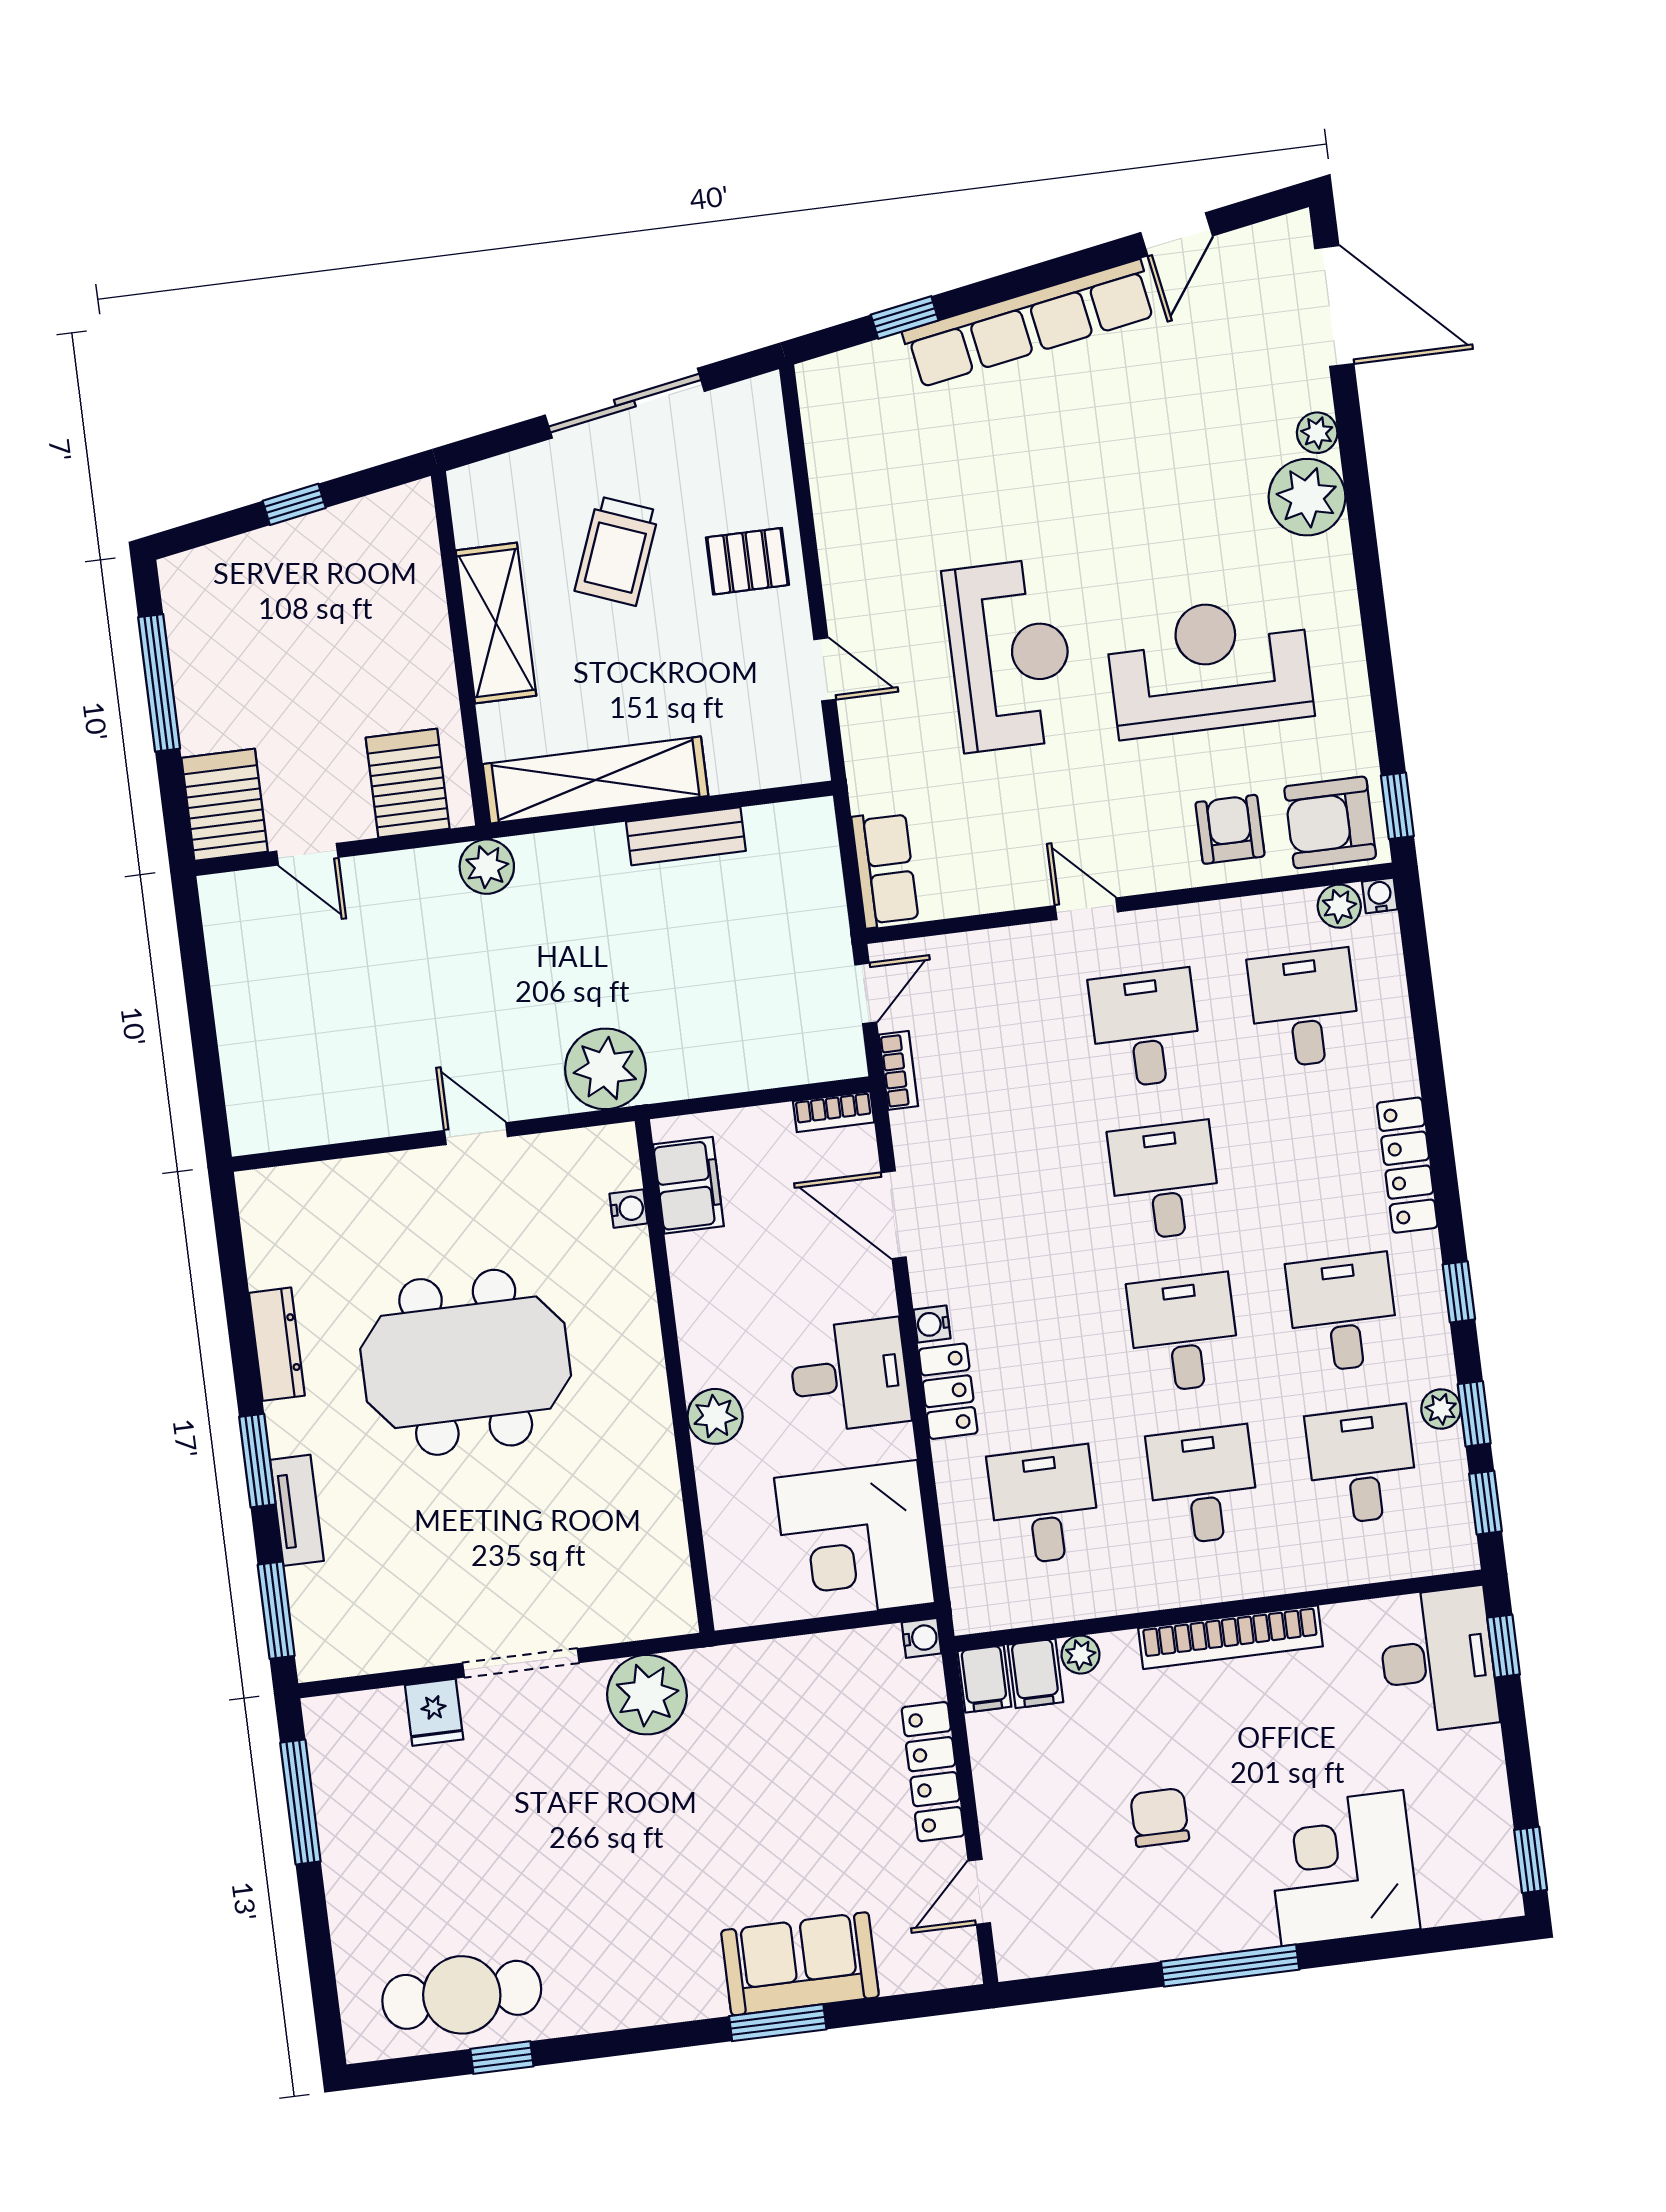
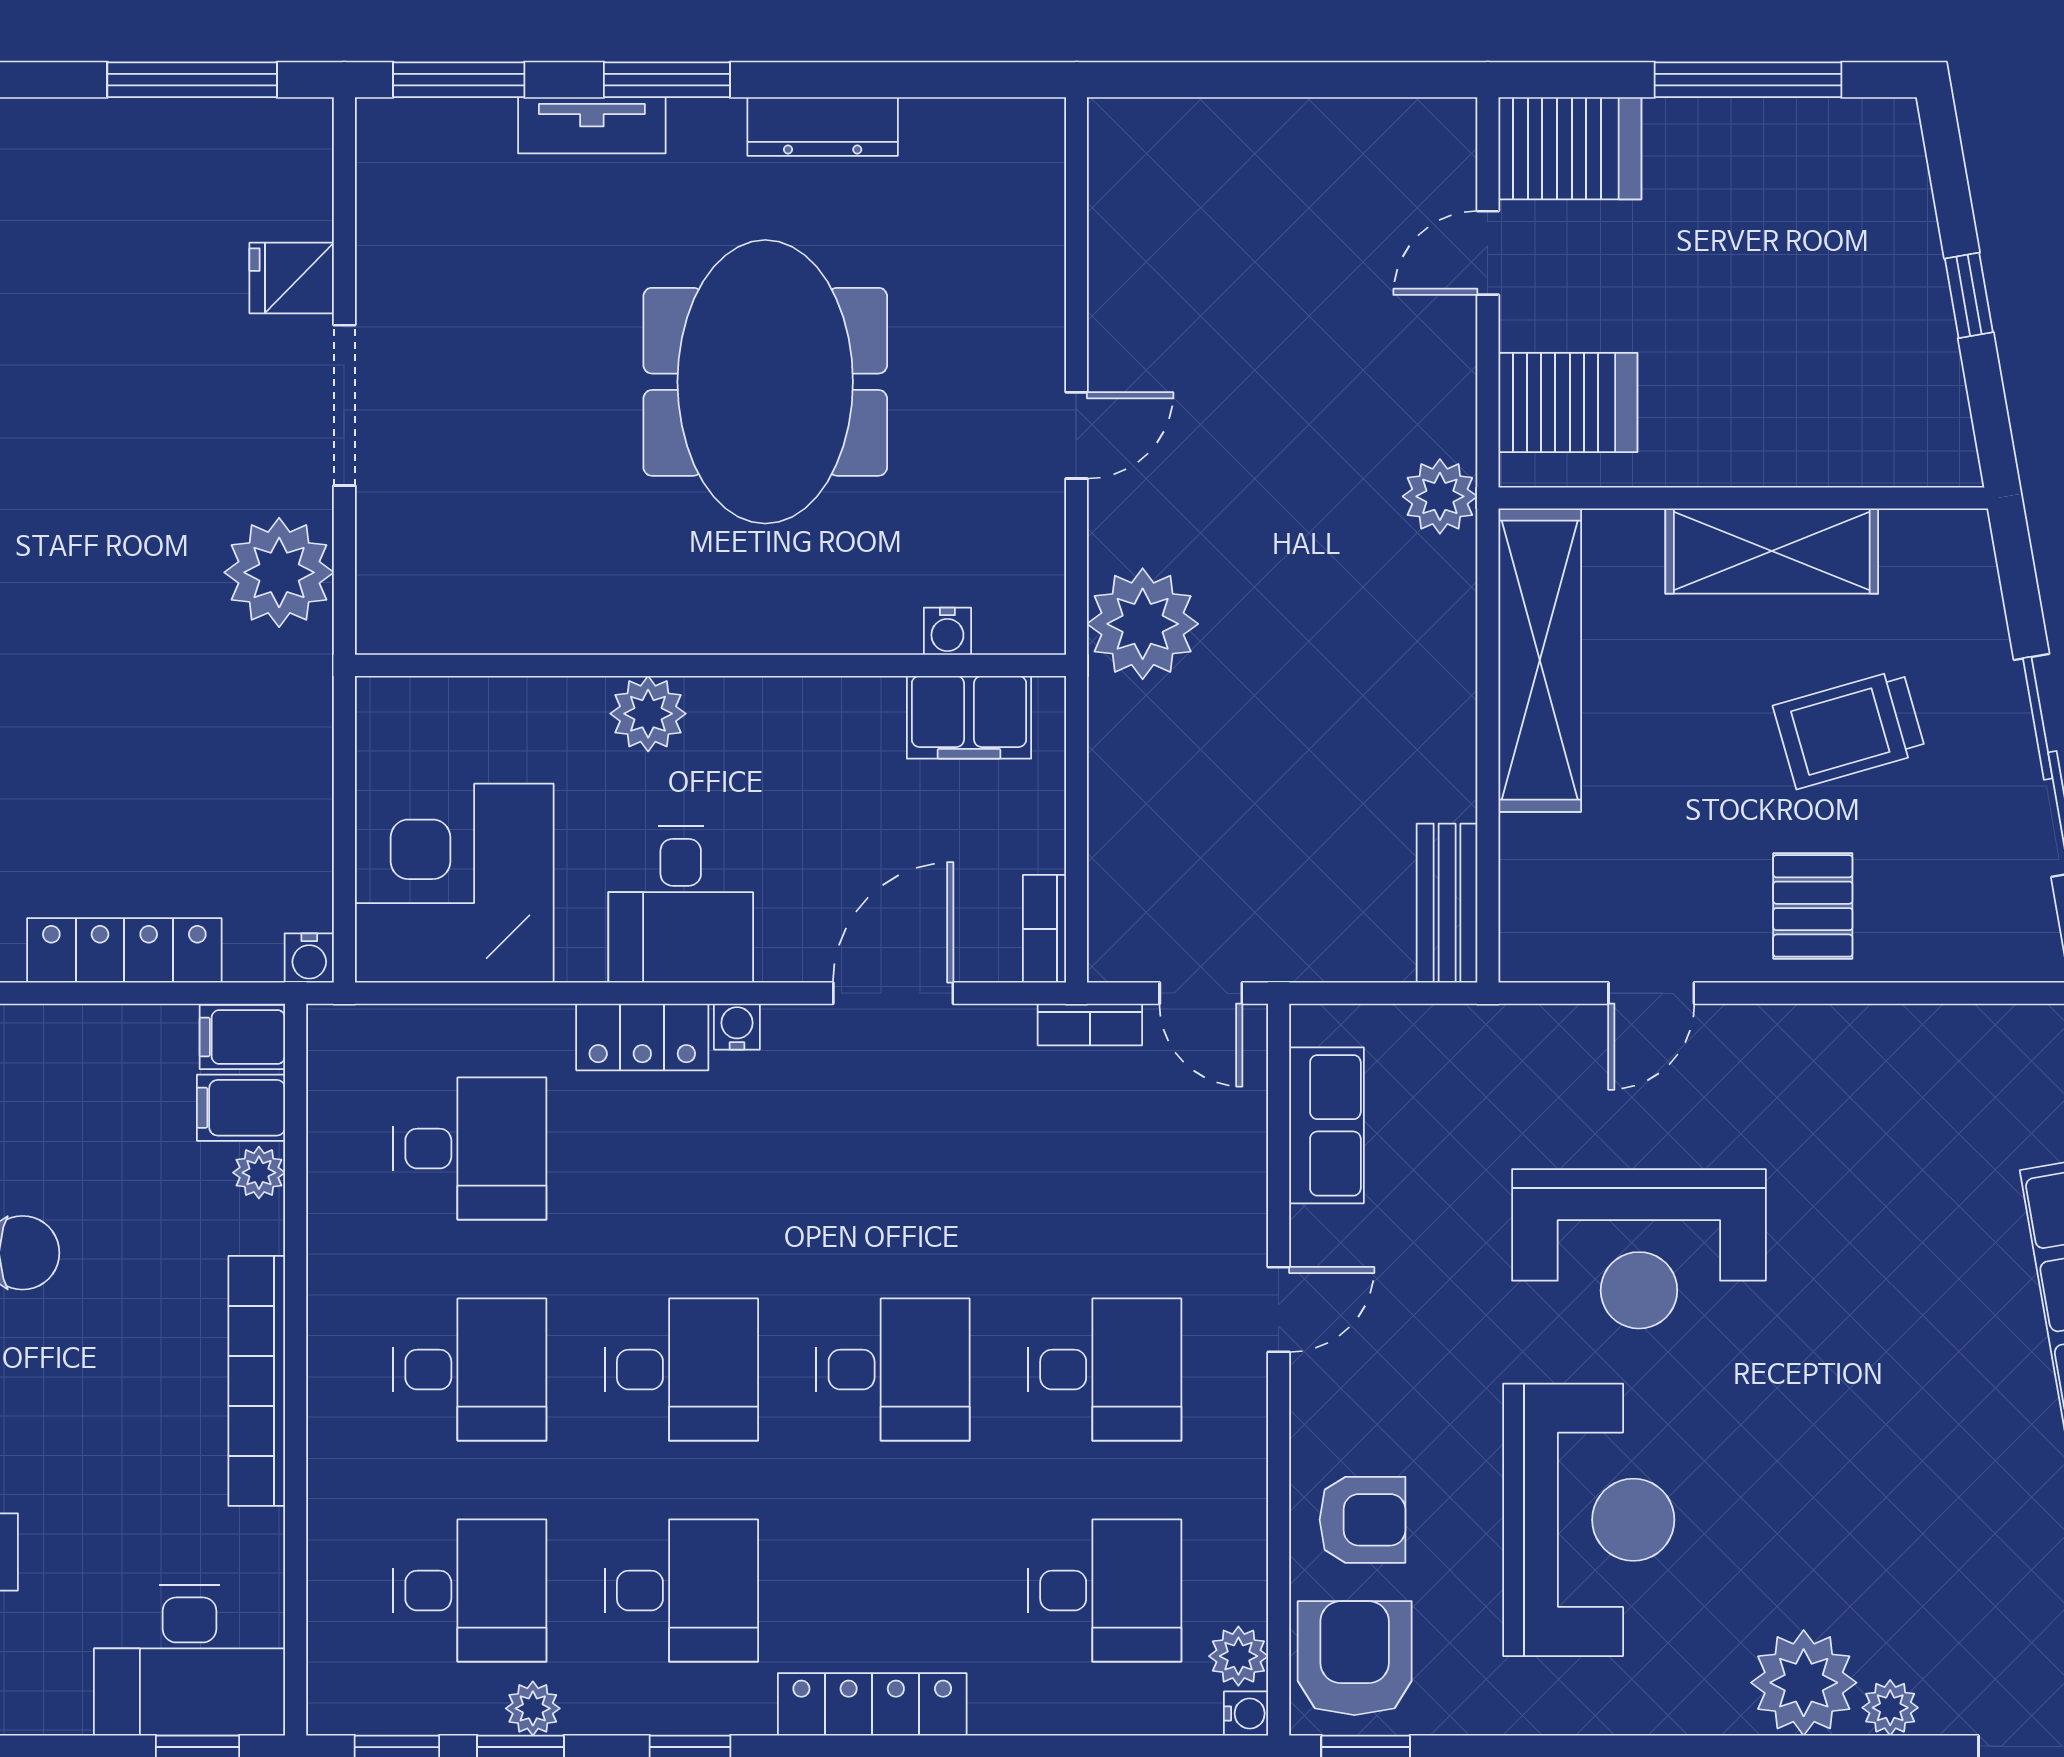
trolley: (617, 551) -> (1849, 729), turned -37
bench: (686, 836) -> (1447, 903), moved
row of seats: (885, 869) -> (1326, 1125), moved, turned -90

